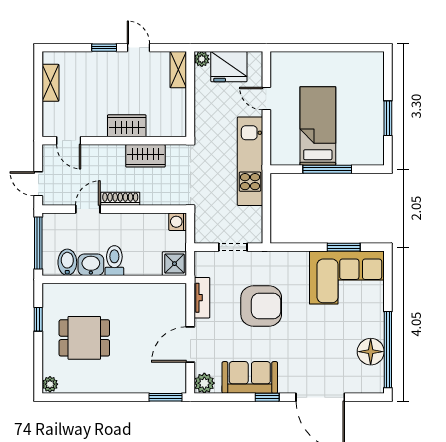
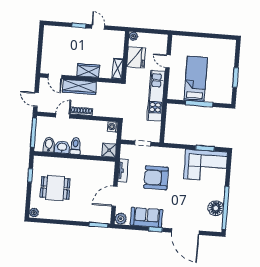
fridge: (229, 67) -> (136, 57), moved, turned -90
shelving: (178, 70) -> (118, 69), moved
shelving: (50, 83) -> (47, 43), removed
wardrobe: (145, 156) -> (79, 87), moved, width x1.50
armchair: (261, 306) -> (156, 178), turned 180

